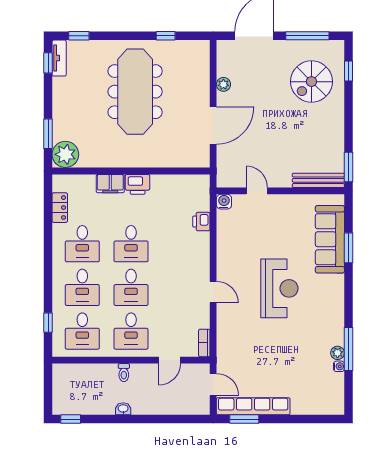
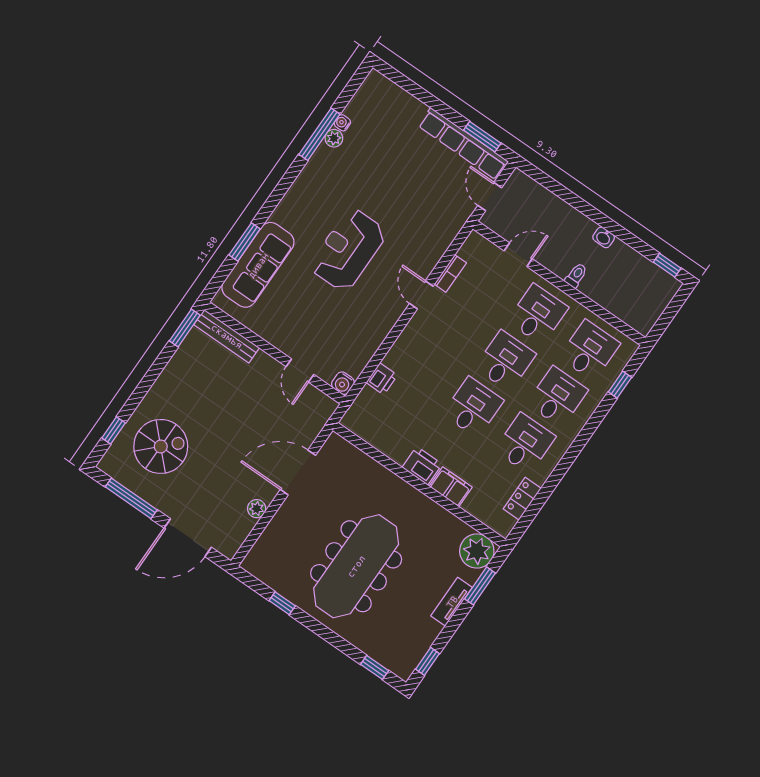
tv unit: (59, 58) -> (452, 602), moved
bookcase: (204, 343) -> (450, 273), moved

